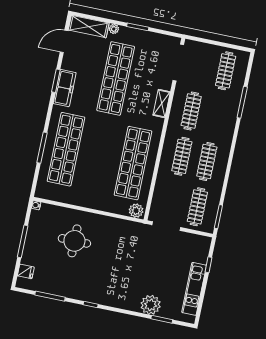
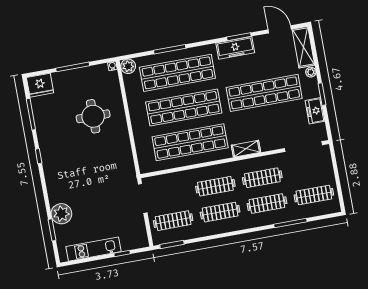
freezer: (150, 39) -> (315, 111), added
shelving: (162, 103) -> (246, 149), moved
clothes rail: (216, 116) -> (267, 204), added
shop shelf: (100, 156) -> (184, 108), added
plant: (136, 211) -> (128, 66), moved
fridge: (26, 271) -> (40, 85), width x1.88, depth x1.34

